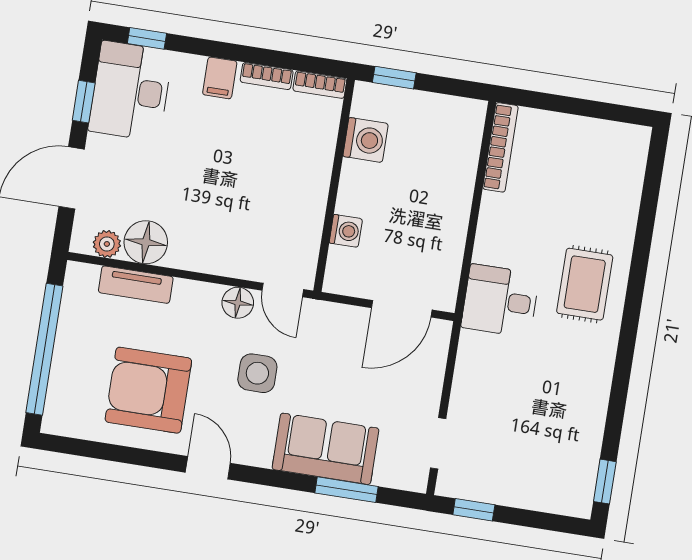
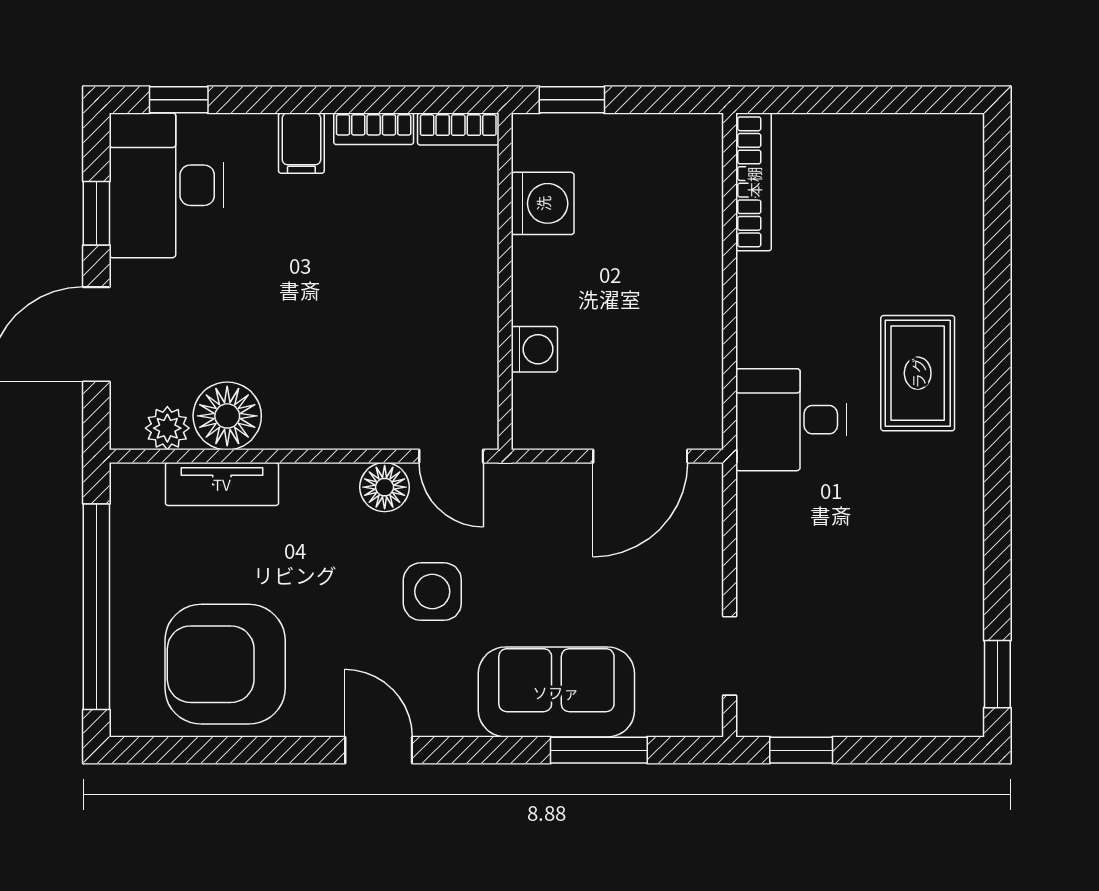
armchair: (148, 390) -> (225, 664), moved

